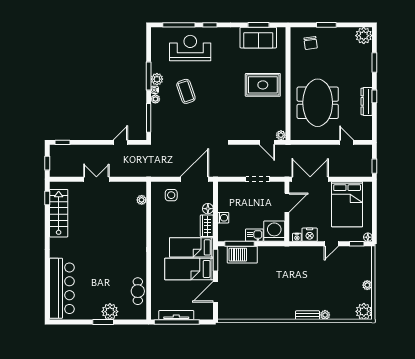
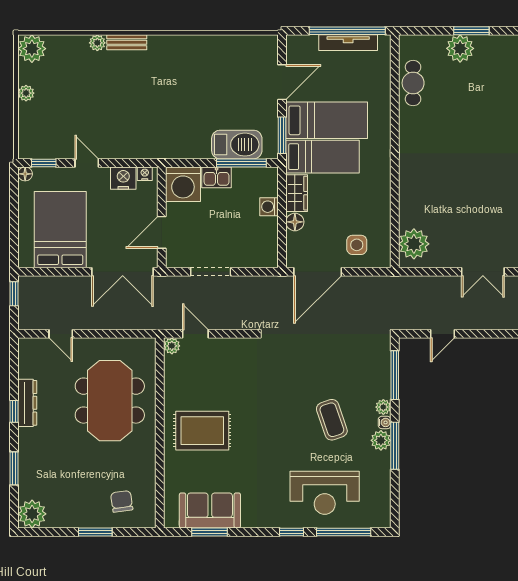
plant: (142, 200) -> (414, 244), width x1.87, depth x1.87
door: (331, 244) -> (87, 163), hinge flipped

